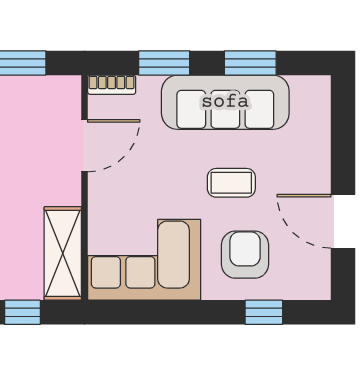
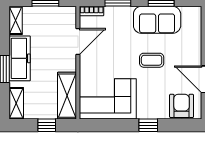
sofa: (225, 102) -> (157, 20), width x0.73
armchair: (245, 255) -> (182, 106), moved
window: (264, 312) -> (148, 125), moved

